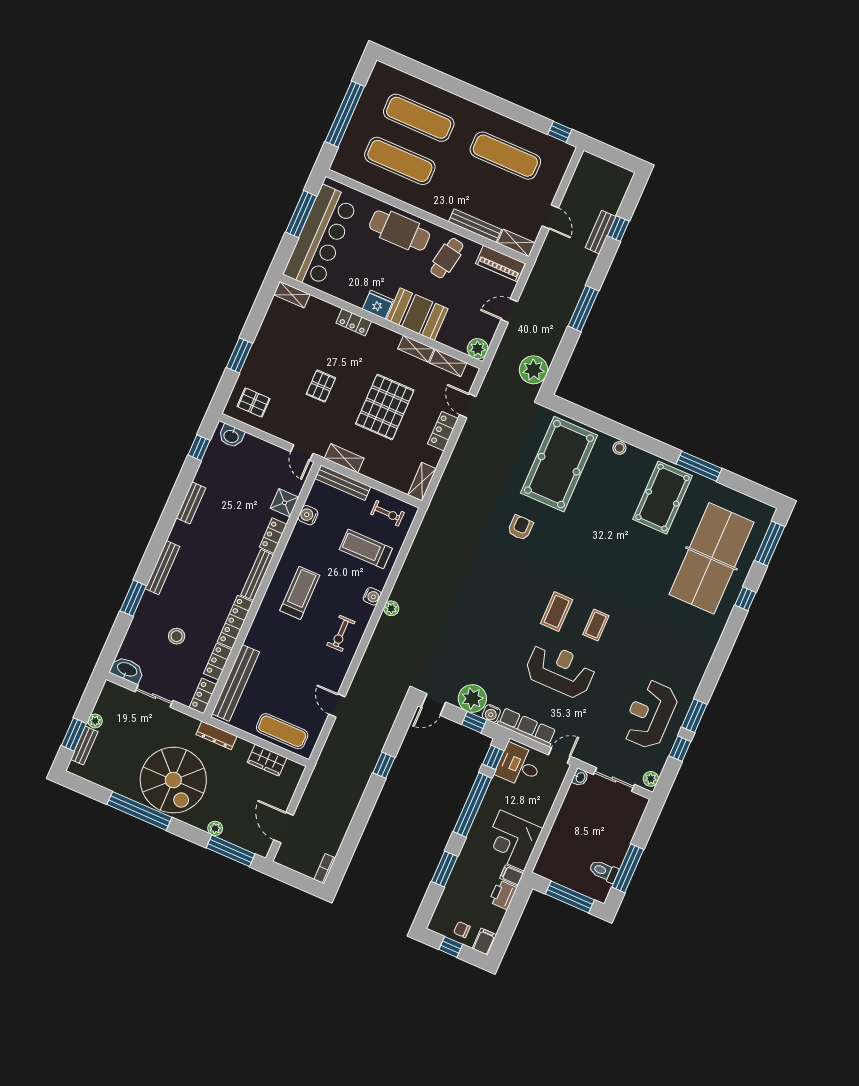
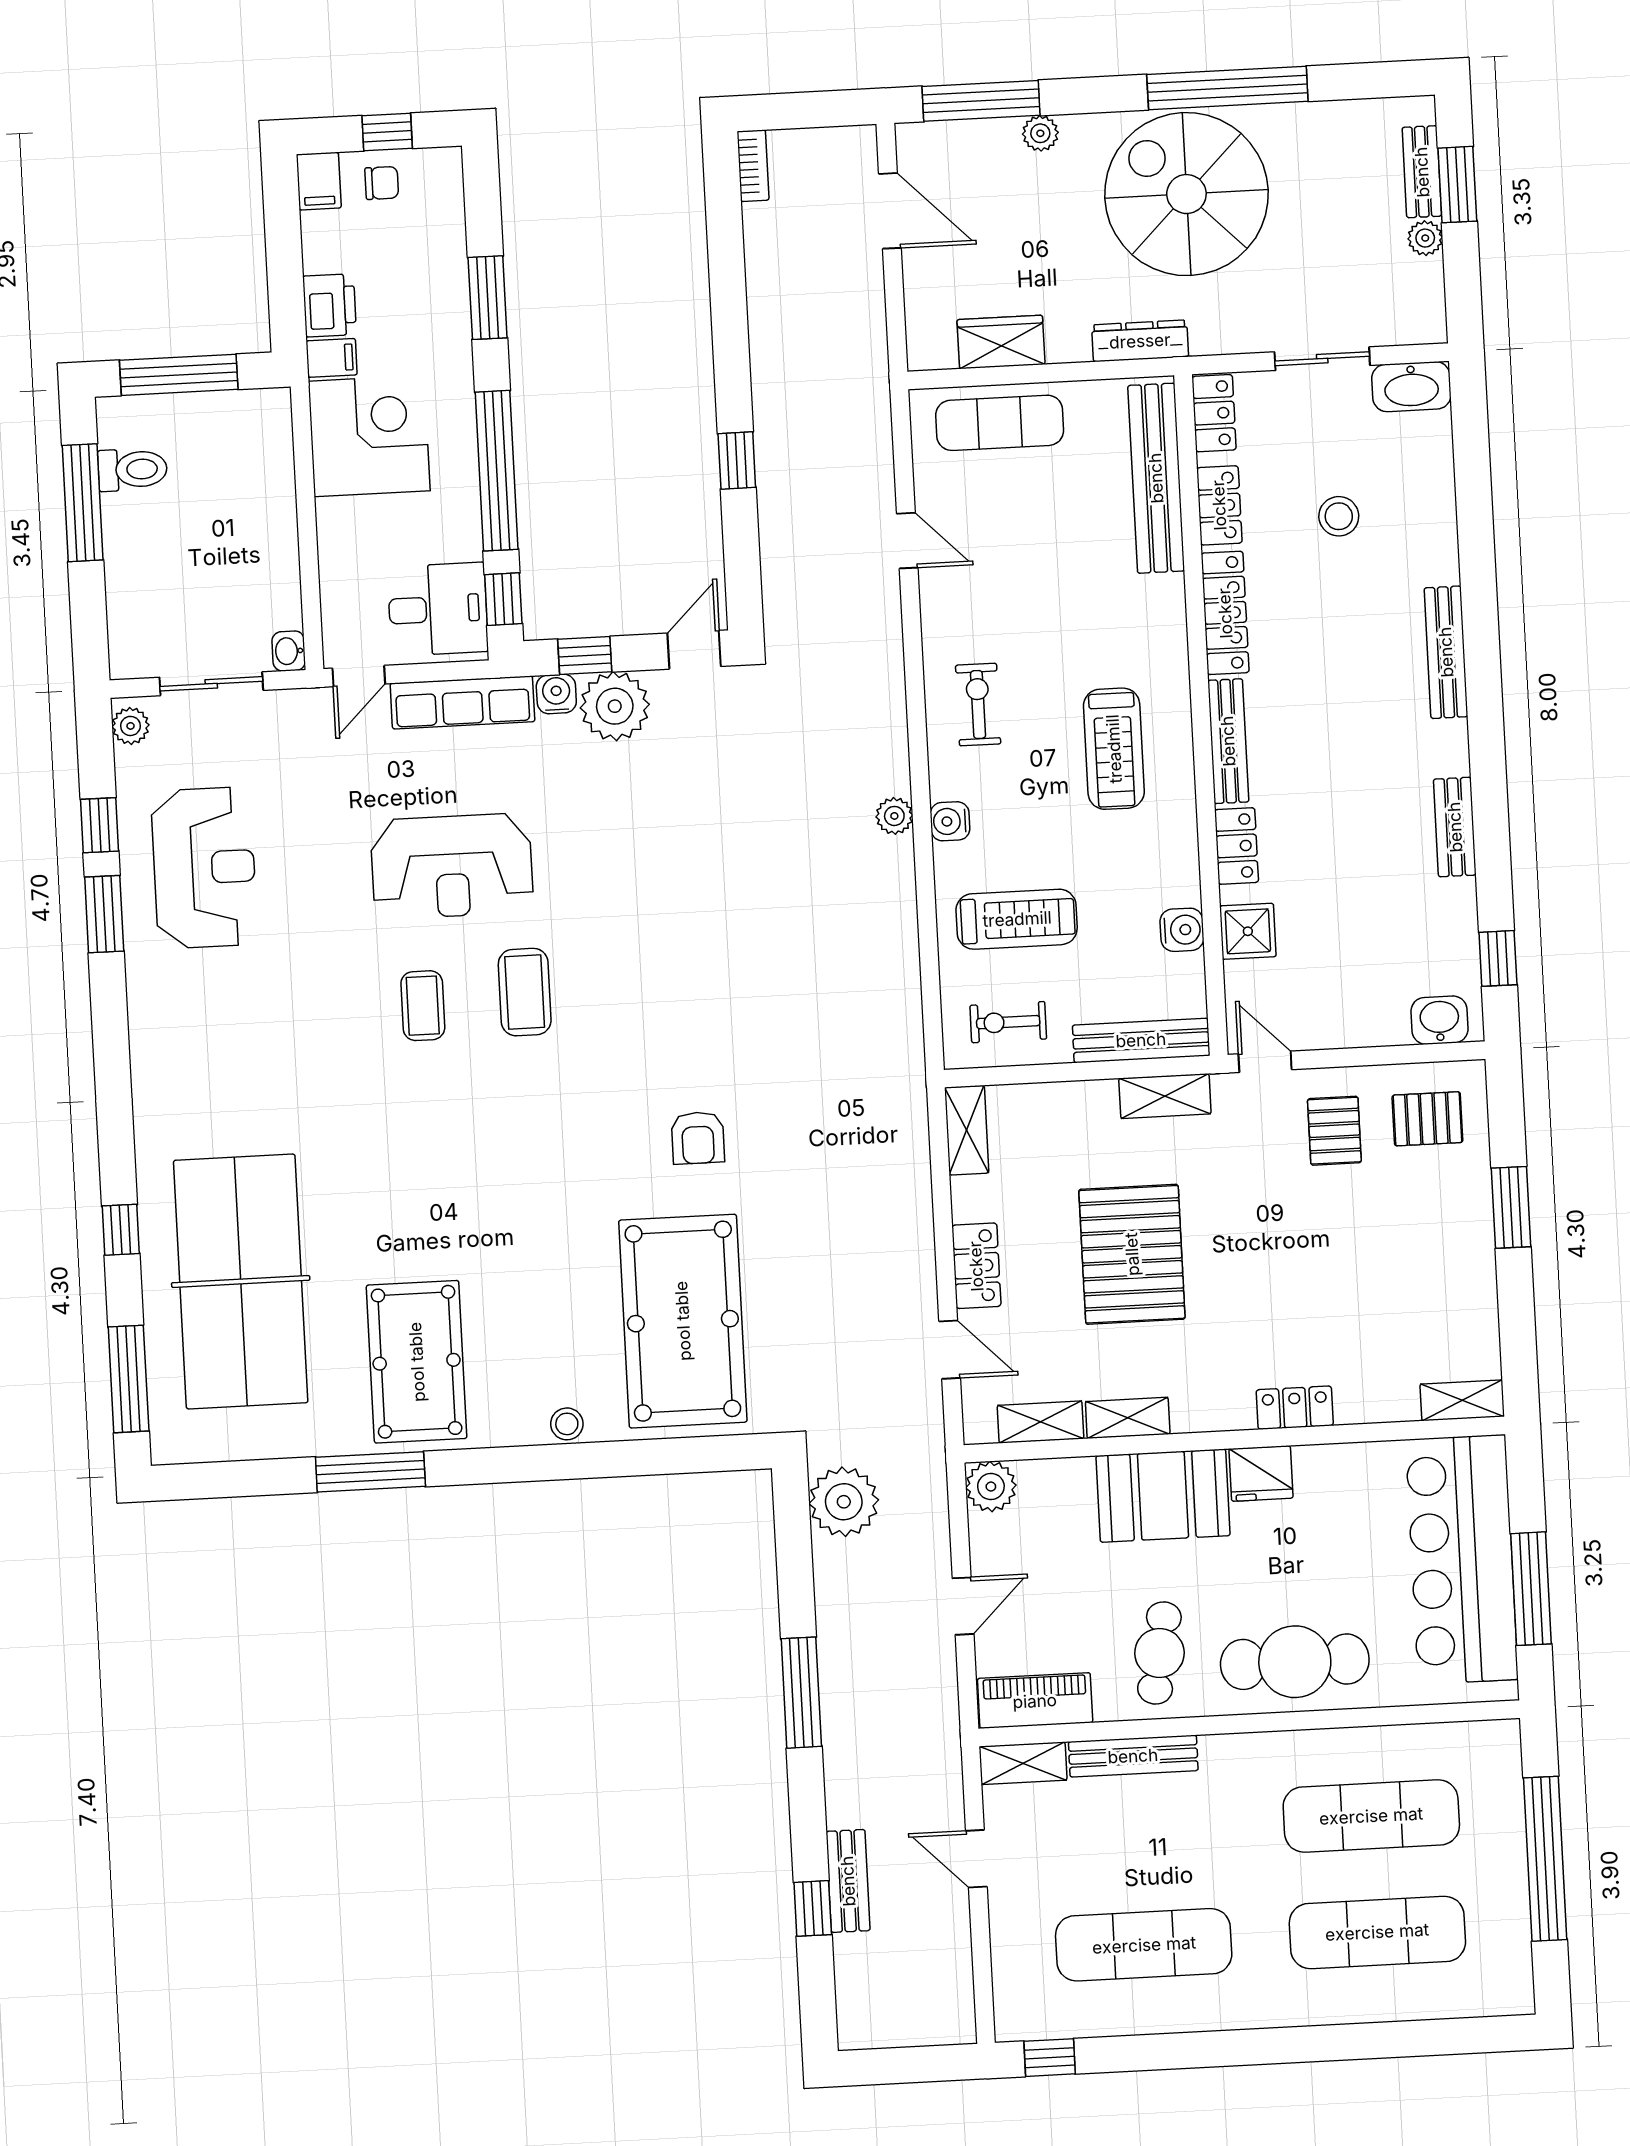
pallet: (321, 386) -> (1334, 1131), moved
window: (133, 598) -> (1477, 552), removed

